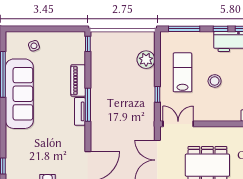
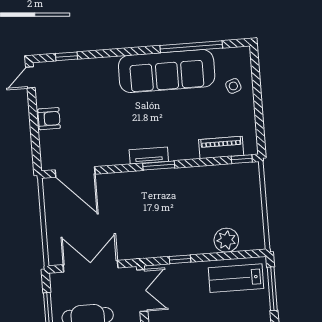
lab bench: (182, 72) -> (236, 278), moved, turned 180
piano: (78, 81) -> (221, 147), moved
window: (88, 105) -> (159, 166), width x0.69

